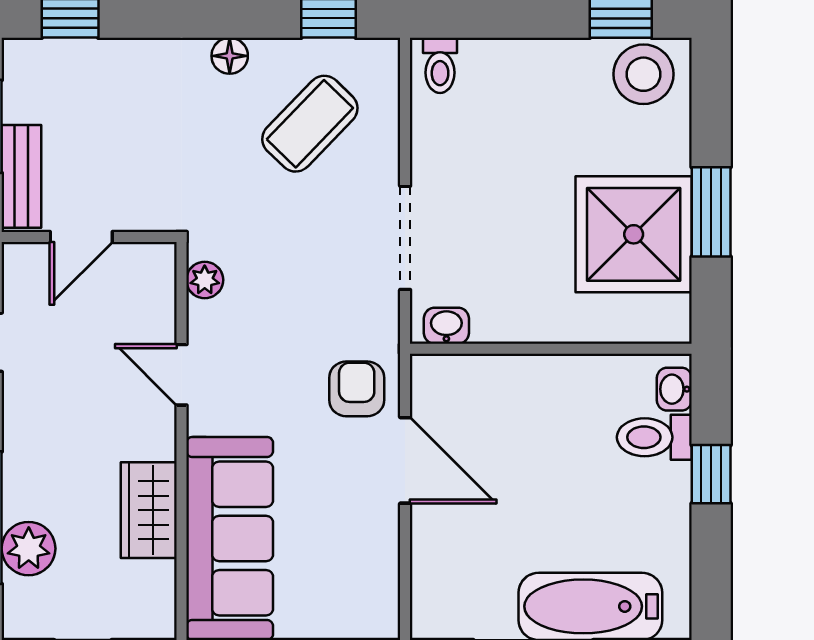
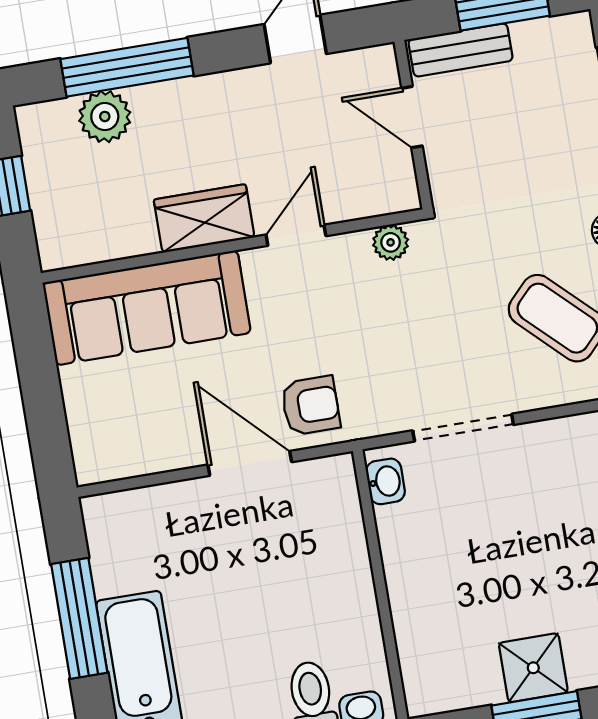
shower: (634, 234) -> (533, 668), width x0.54, depth x0.54
door: (405, 460) -> (250, 463), swing flipped
wardrobe: (149, 510) -> (204, 218), moved

